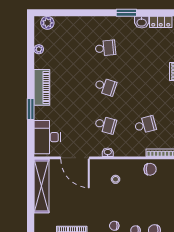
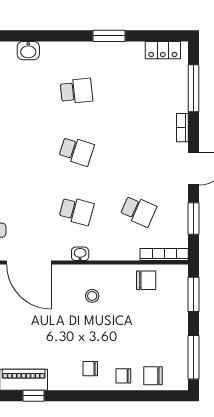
washbasin: (142, 22) -> (28, 51), moved
school desk: (145, 125) -> (138, 211), turned 39

